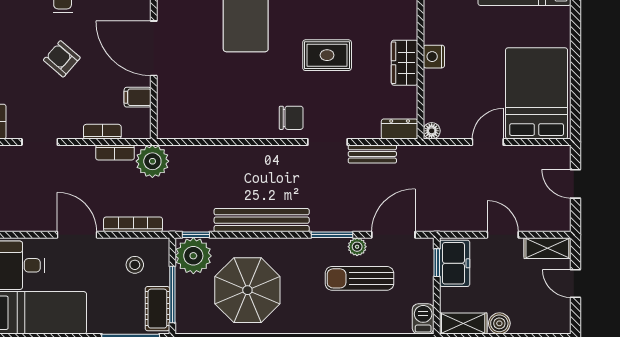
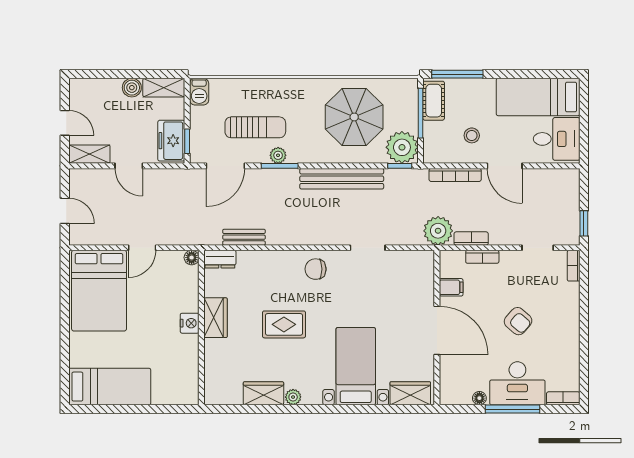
doorway: (328, 142) -> (368, 248), moved
plant: (357, 247) -> (278, 155), moved
stool: (135, 265) -> (472, 135), moved

